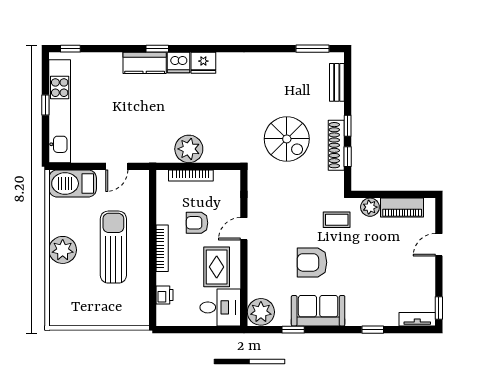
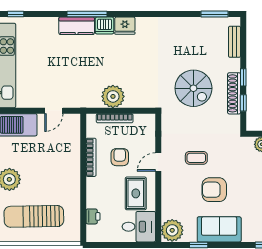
window: (157, 49) -> (87, 14), width x2.17
coffee table: (337, 220) -> (196, 158), moved
armchair: (197, 223) -> (120, 157), turned 90
sun lounger: (113, 247) -> (34, 216), moved, turned -91
bookcase: (162, 248) -> (91, 157), moved

